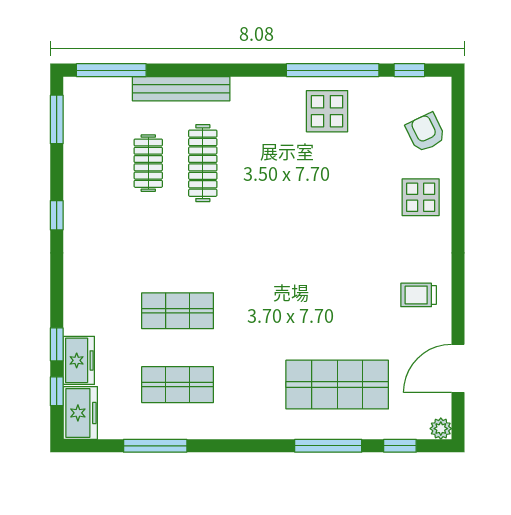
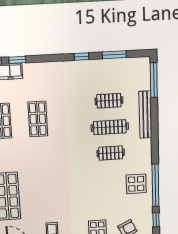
window: (57, 119) -> (114, 55), moved
clothes rail: (257, 163) -> (111, 153), added

